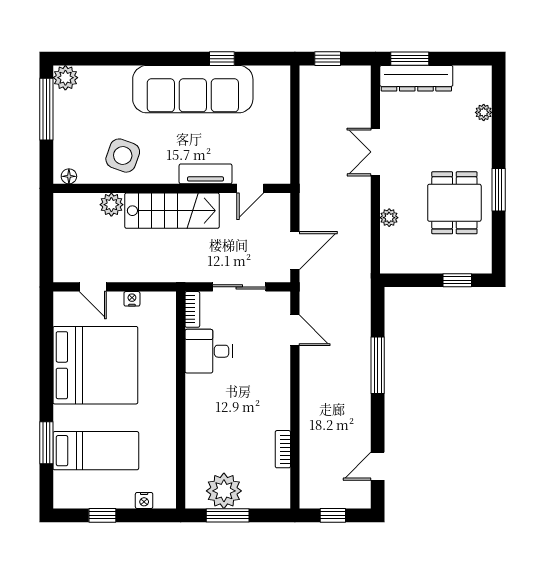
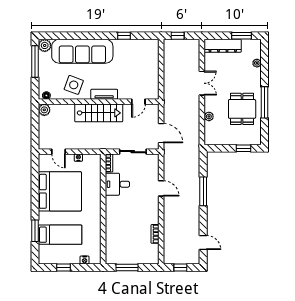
window: (410, 59) -> (242, 36), moved
sofa: (193, 89) -> (82, 51), moved
double door: (375, 152) -> (202, 83), swing flipped
tv unit: (206, 174) -> (104, 94), moved
window: (499, 190) -> (264, 102), width x1.44
plant: (111, 205) -> (44, 110), moved
door: (295, 251) -> (161, 133), hinge flipped
door: (295, 330) -> (161, 188), moved
door: (378, 466) -> (203, 243), swing flipped
plant: (224, 491) -> (125, 255), removed

